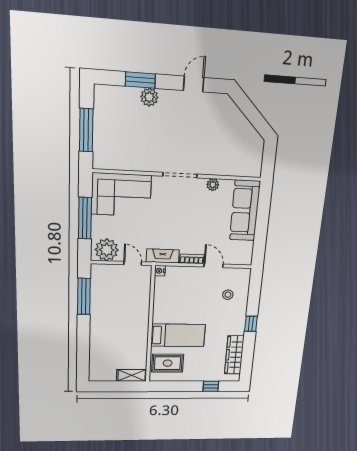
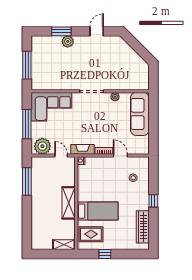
shelving: (140, 325) -> (69, 203), added
window: (211, 386) -> (105, 254), moved

